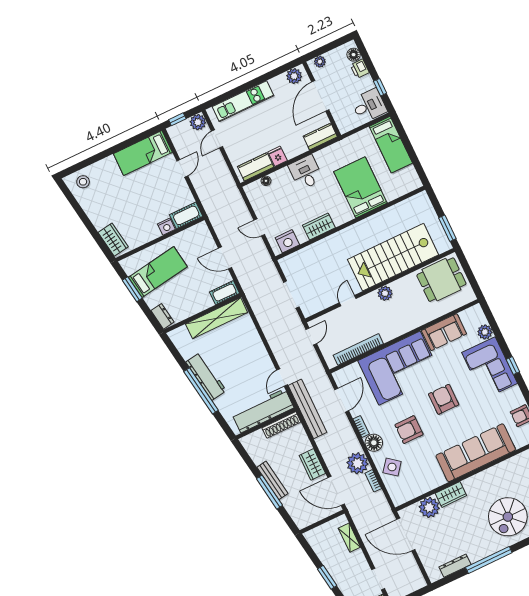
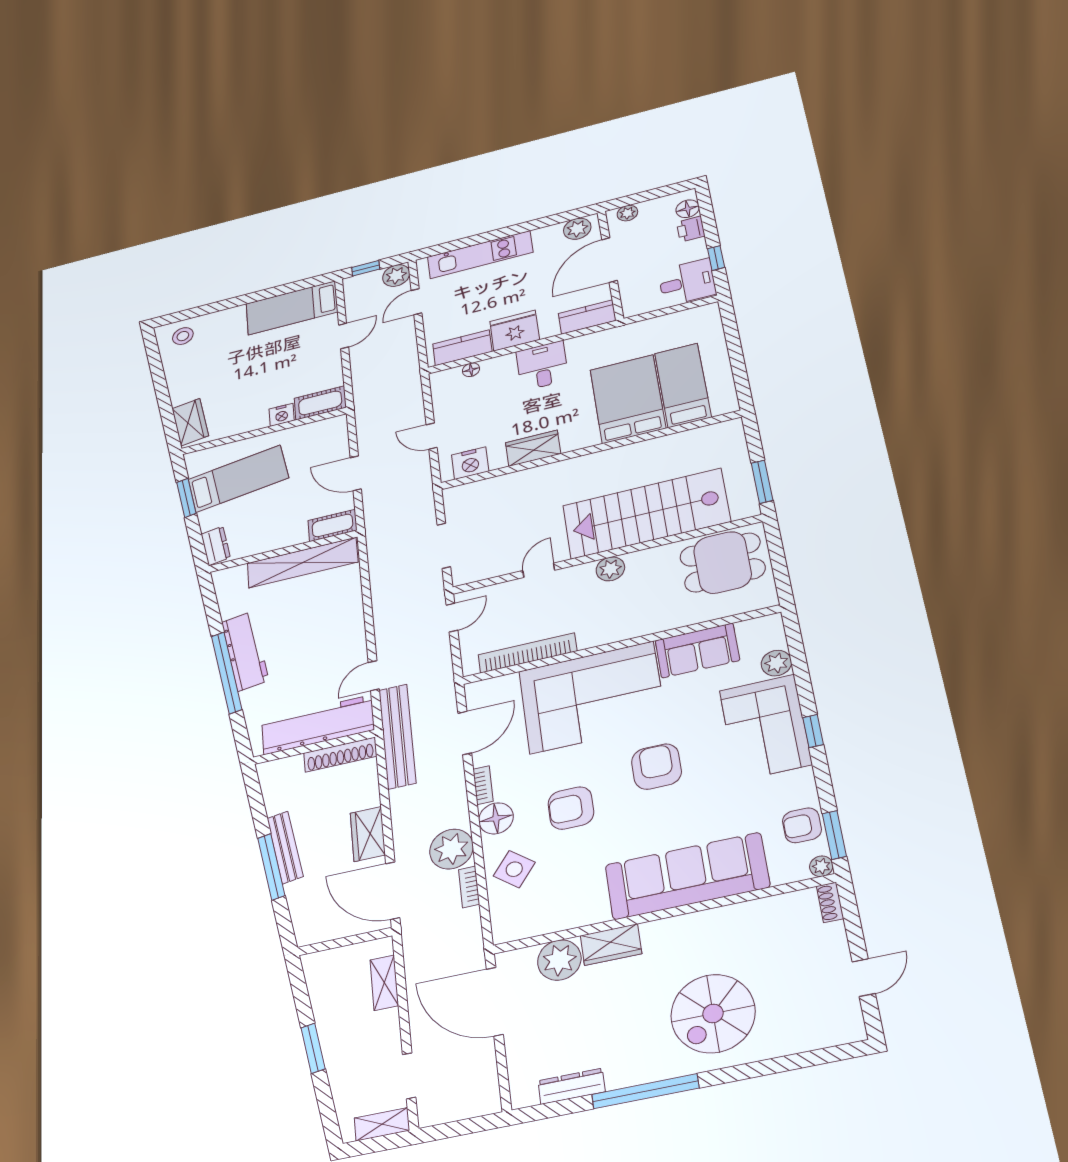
bed: (391, 145) -> (683, 385), moved, turned 180
fridge: (278, 156) -> (515, 331), width x1.88, depth x1.34

